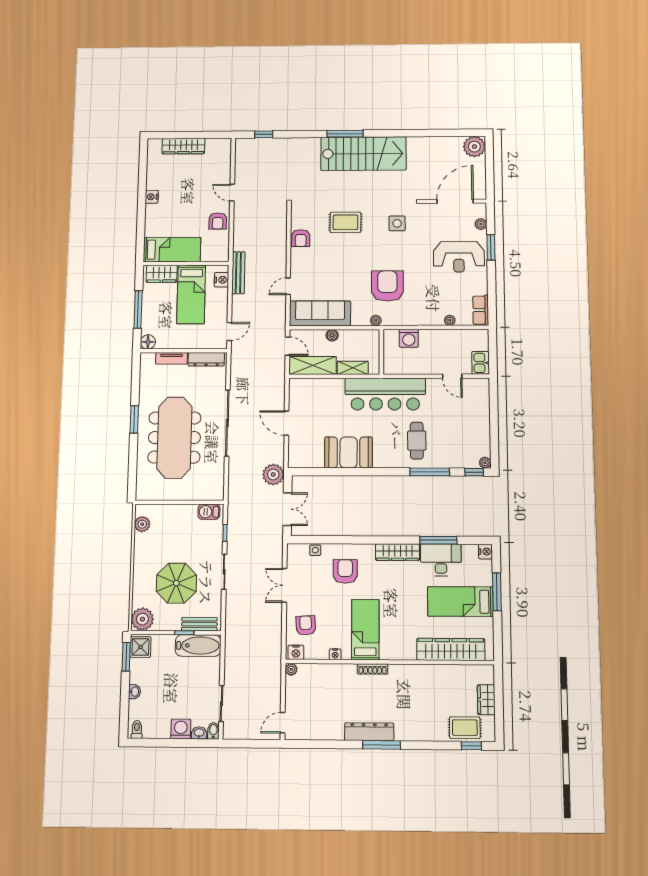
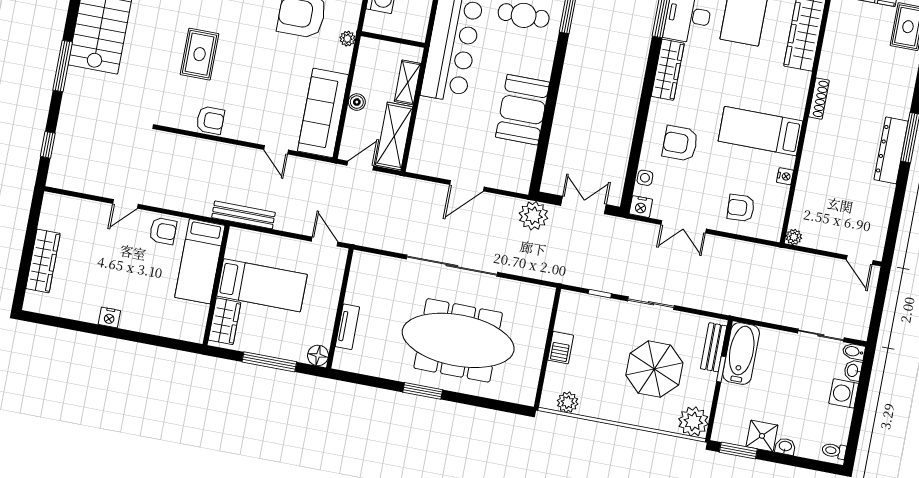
window: (345, 134) -> (63, 66), moved
bed: (172, 250) -> (200, 261), moved, turned 180
nightstand: (222, 280) -> (249, 240), removed
dresser: (206, 359) -> (358, 279), removed
barbecue: (209, 512) -> (561, 348), moved
shower: (140, 647) -> (762, 436), moved
nightstand: (296, 652) -> (641, 207), moved, turned 90
shoe rack: (373, 669) -> (819, 99), moved

